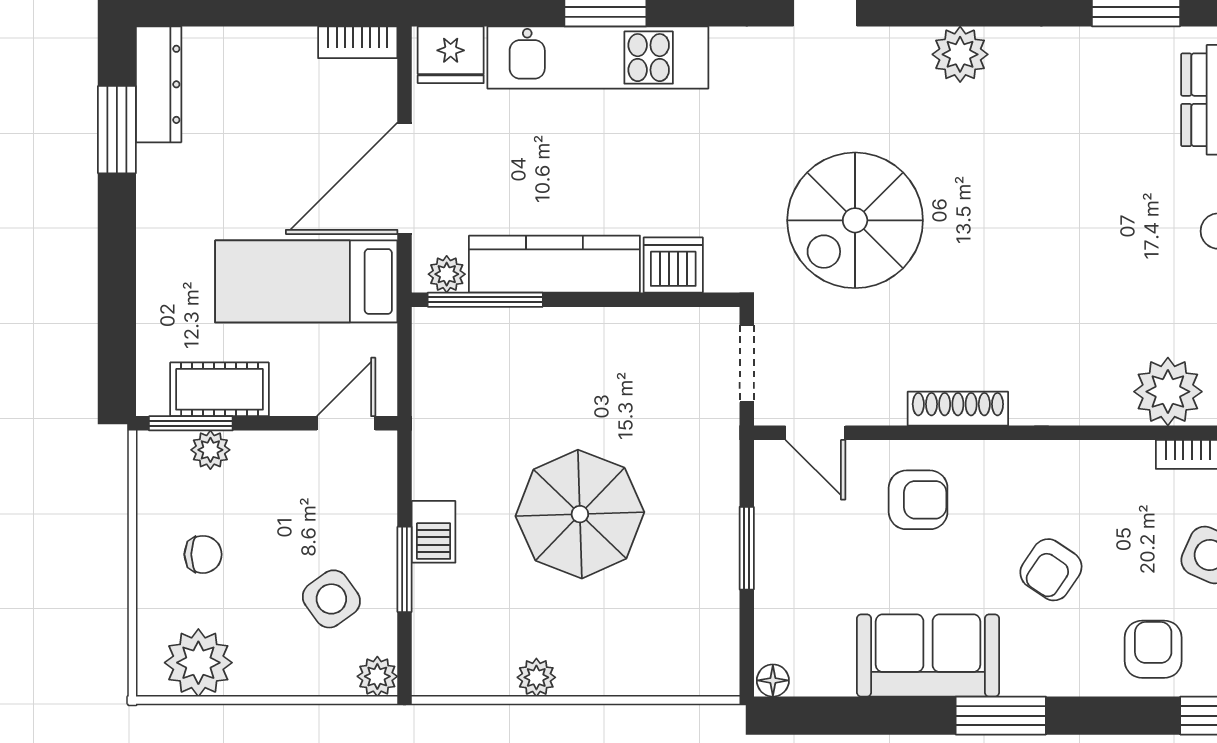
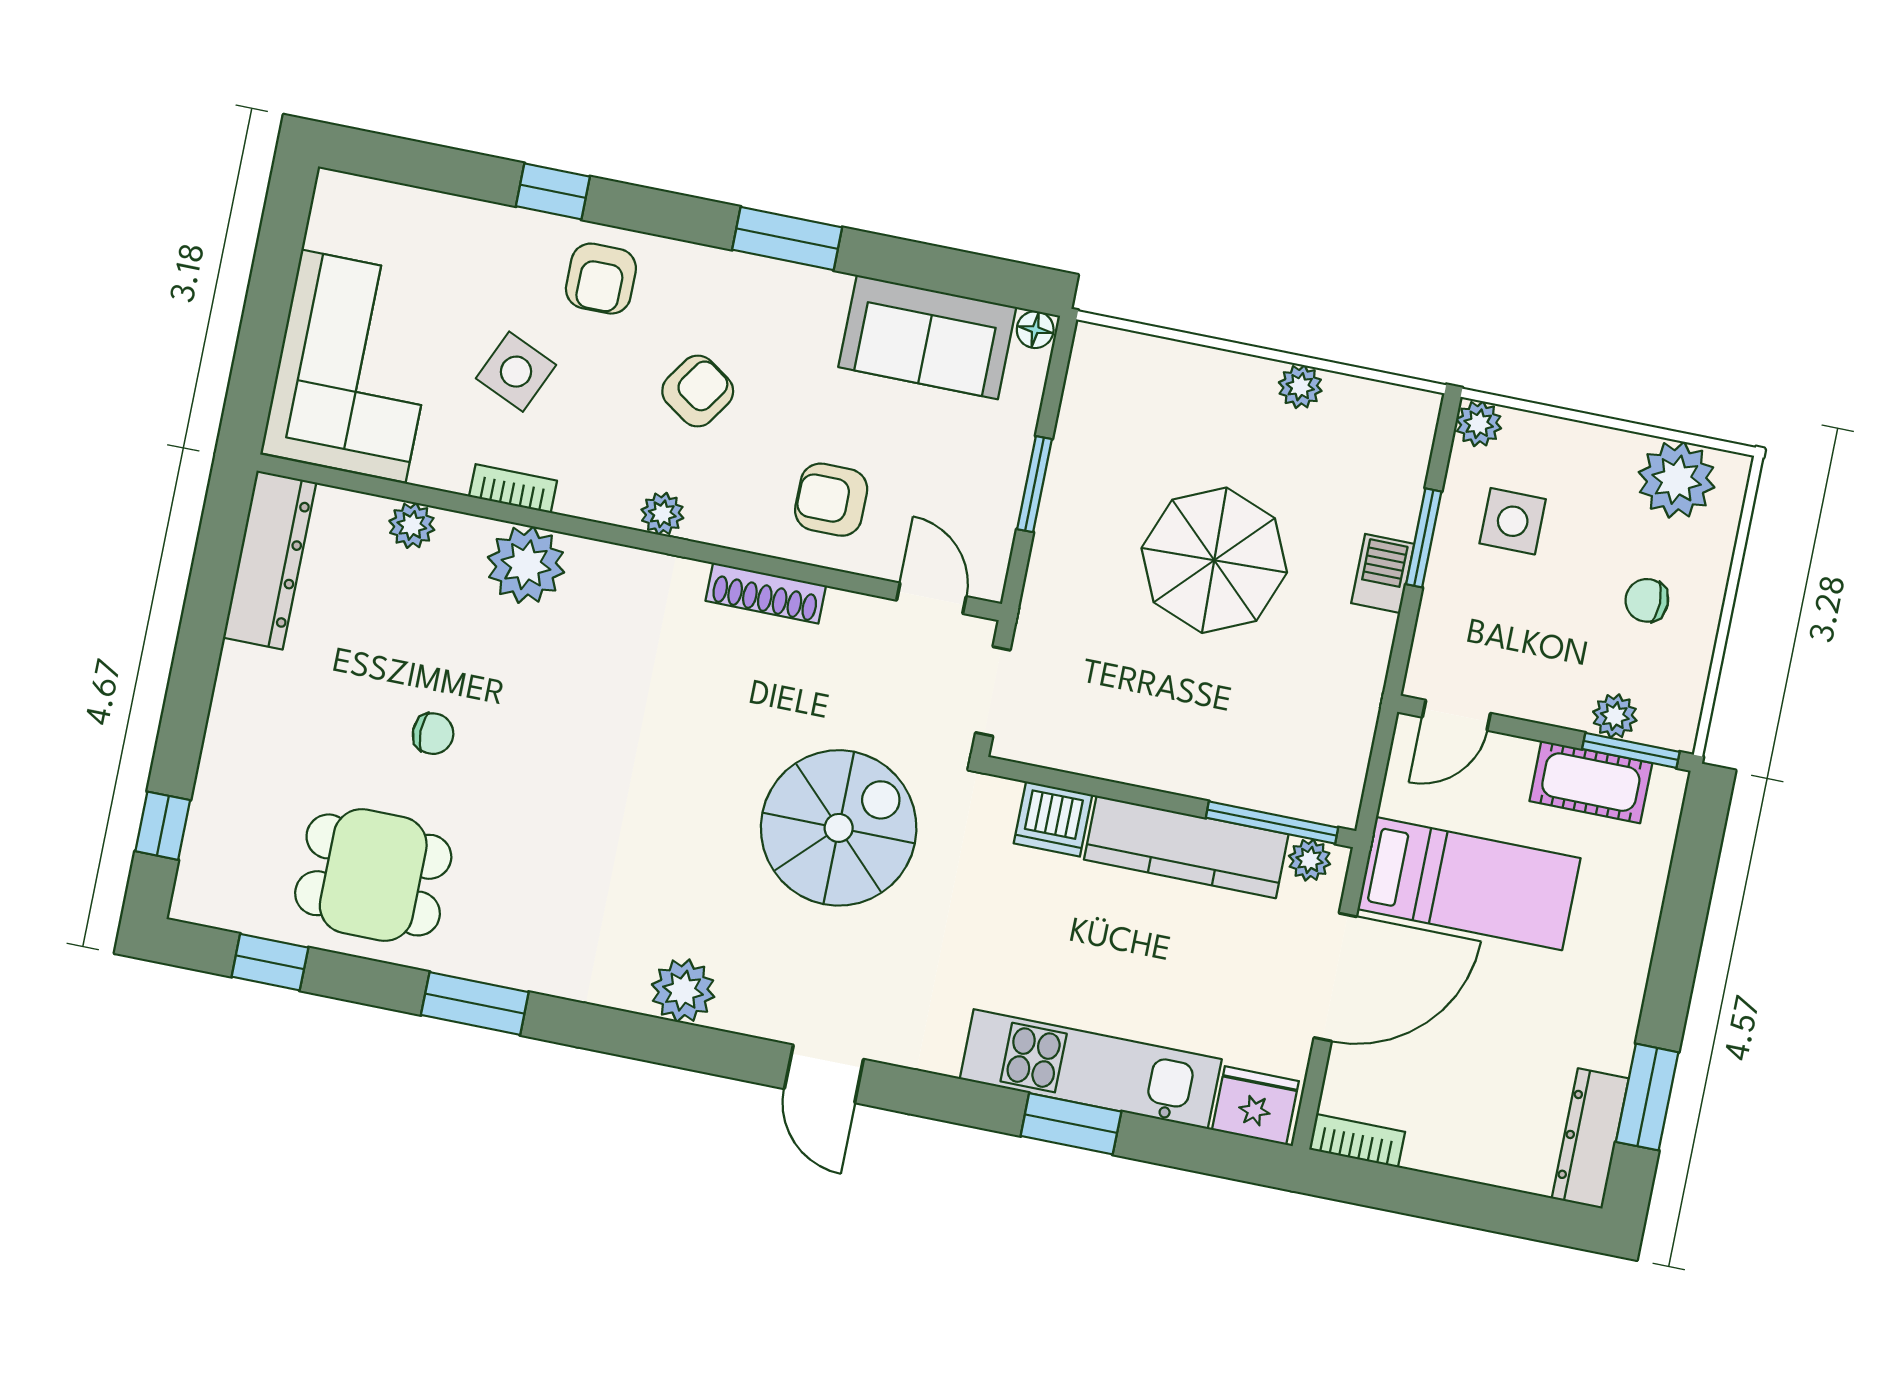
plant: (1060, 459) -> (662, 514), added
side table: (331, 599) -> (1513, 521), turned 36
sofa: (928, 655) -> (927, 337), moved

